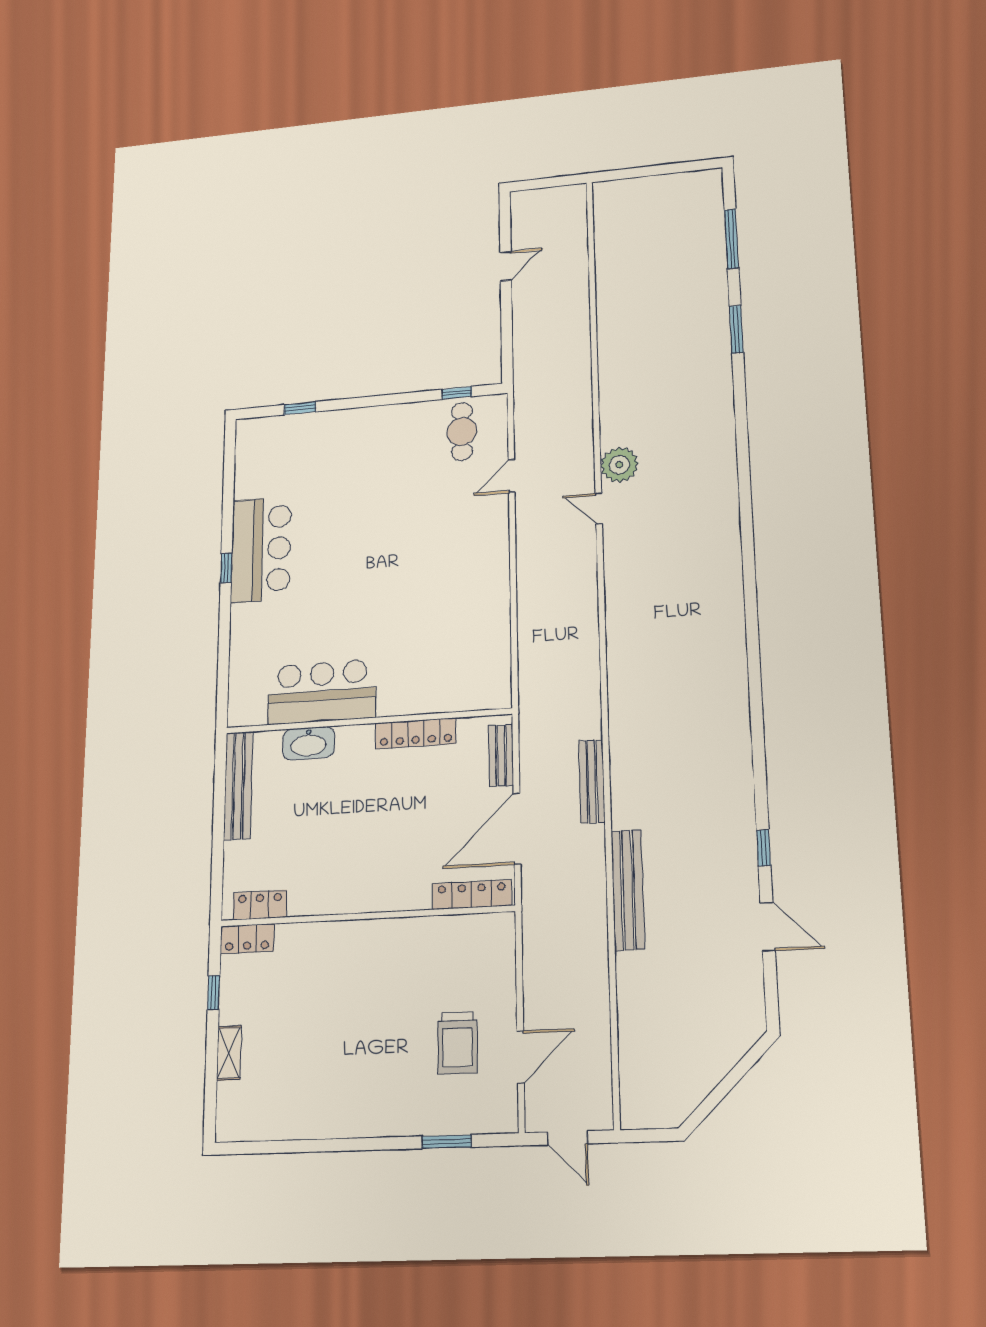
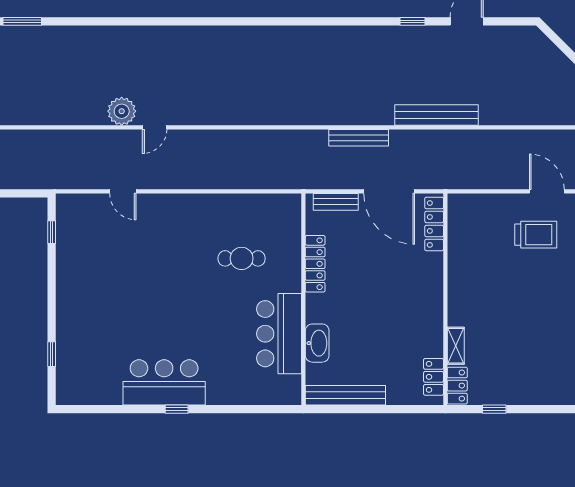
cafe table: (462, 431) -> (242, 258), moved
shelving: (229, 1053) -> (456, 346), moved, turned 90

